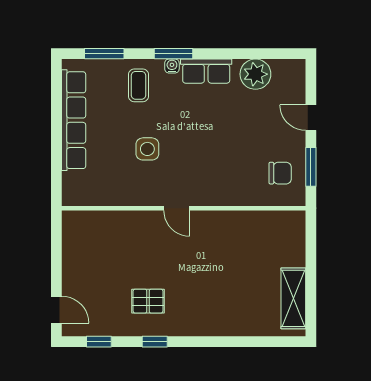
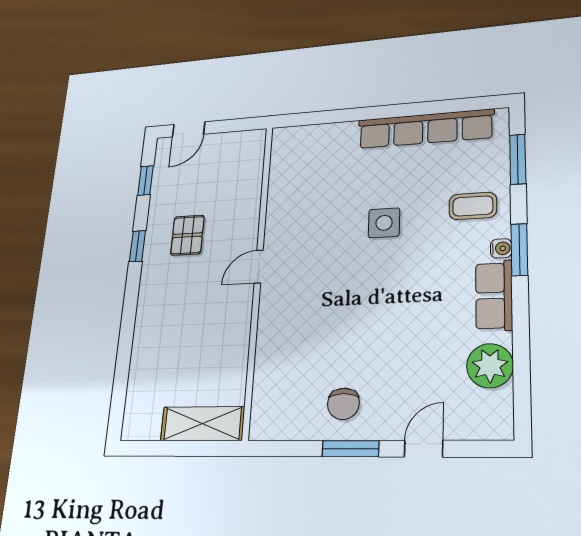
door: (177, 208) -> (259, 267), moved
wall: (184, 208) -> (258, 276), moved
shelving: (293, 298) -> (203, 424), moved

